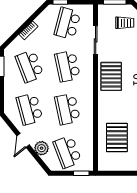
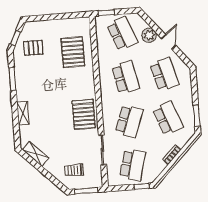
school desk: (67, 66) -> (129, 121), turned 33

